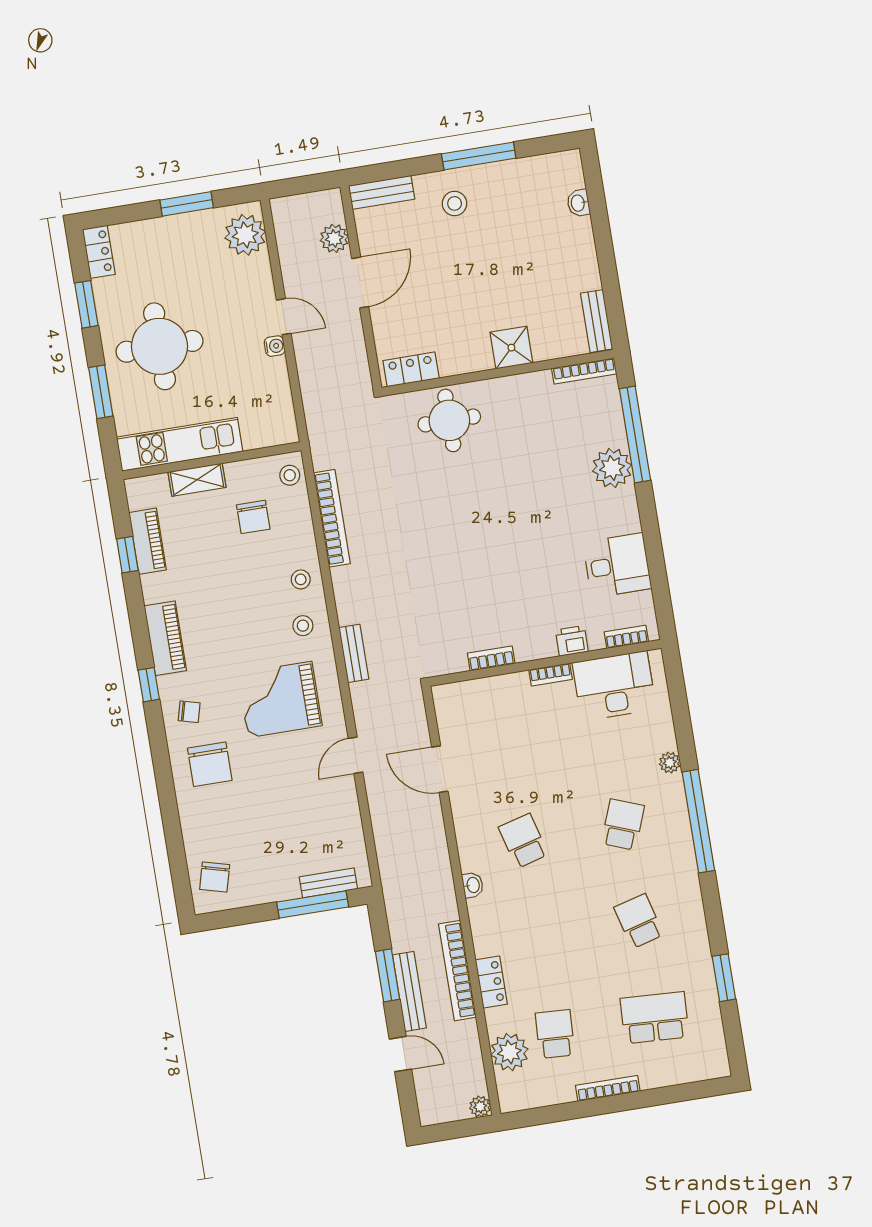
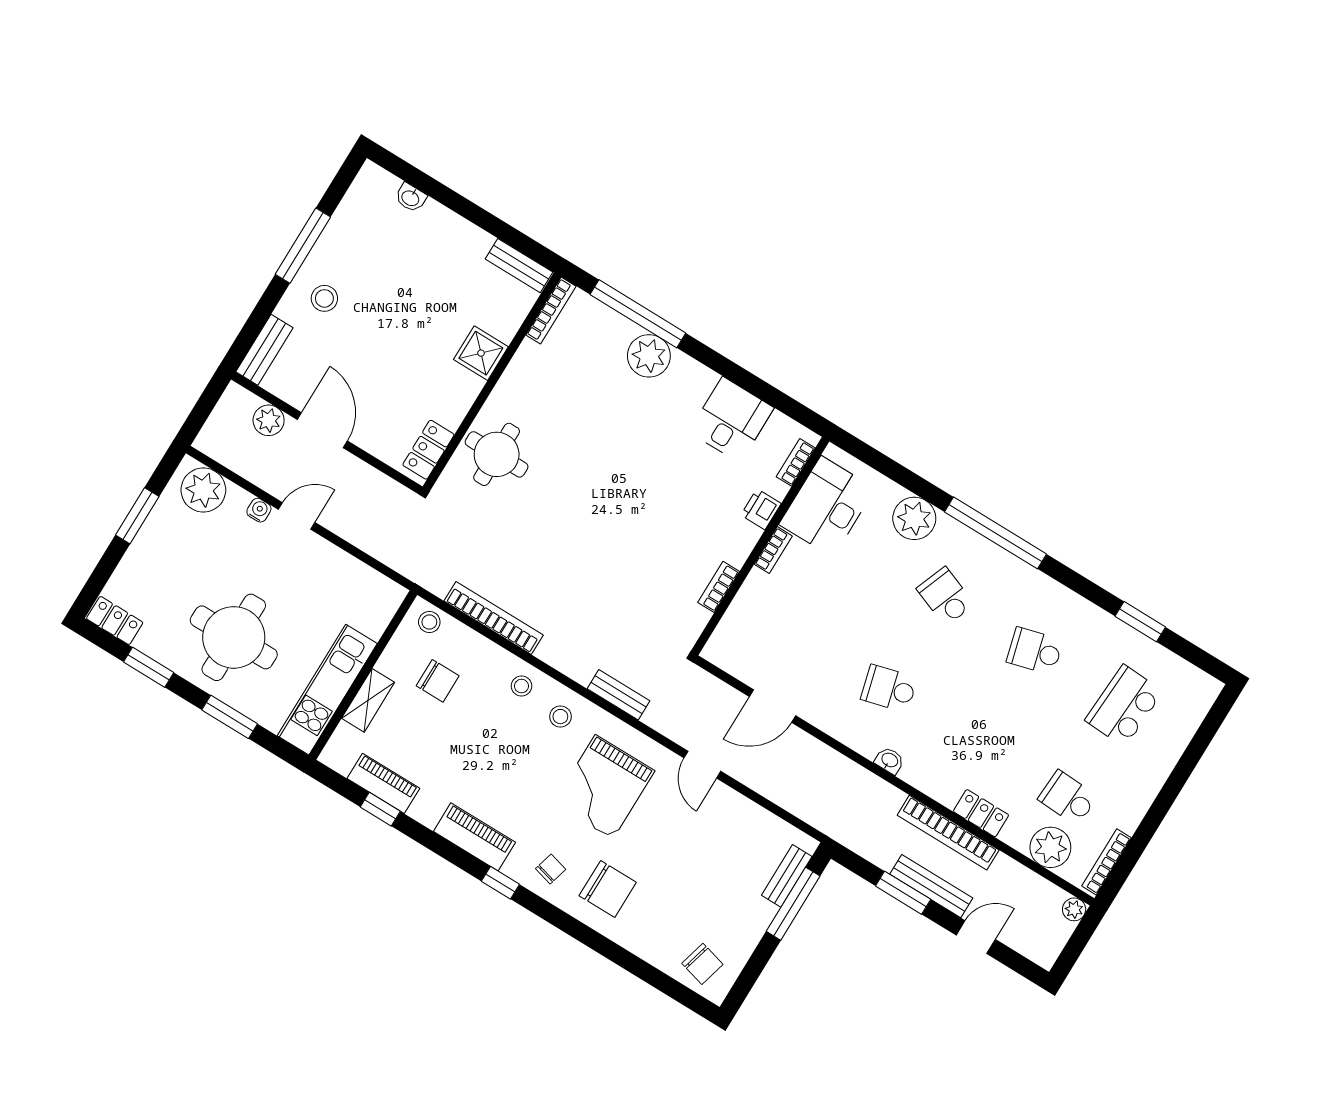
water cooler: (275, 346) -> (259, 510), moved
plant: (670, 763) -> (914, 518), width x1.87, depth x1.87
bookcase: (608, 1088) -> (1107, 862), moved

